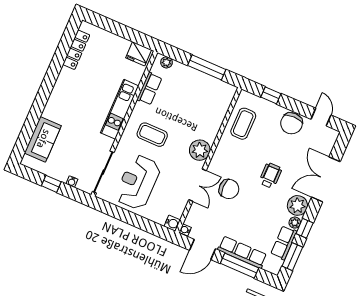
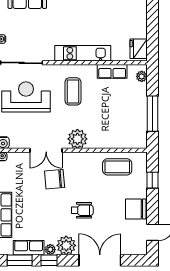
chair: (229, 189) -> (55, 179), turned 85

